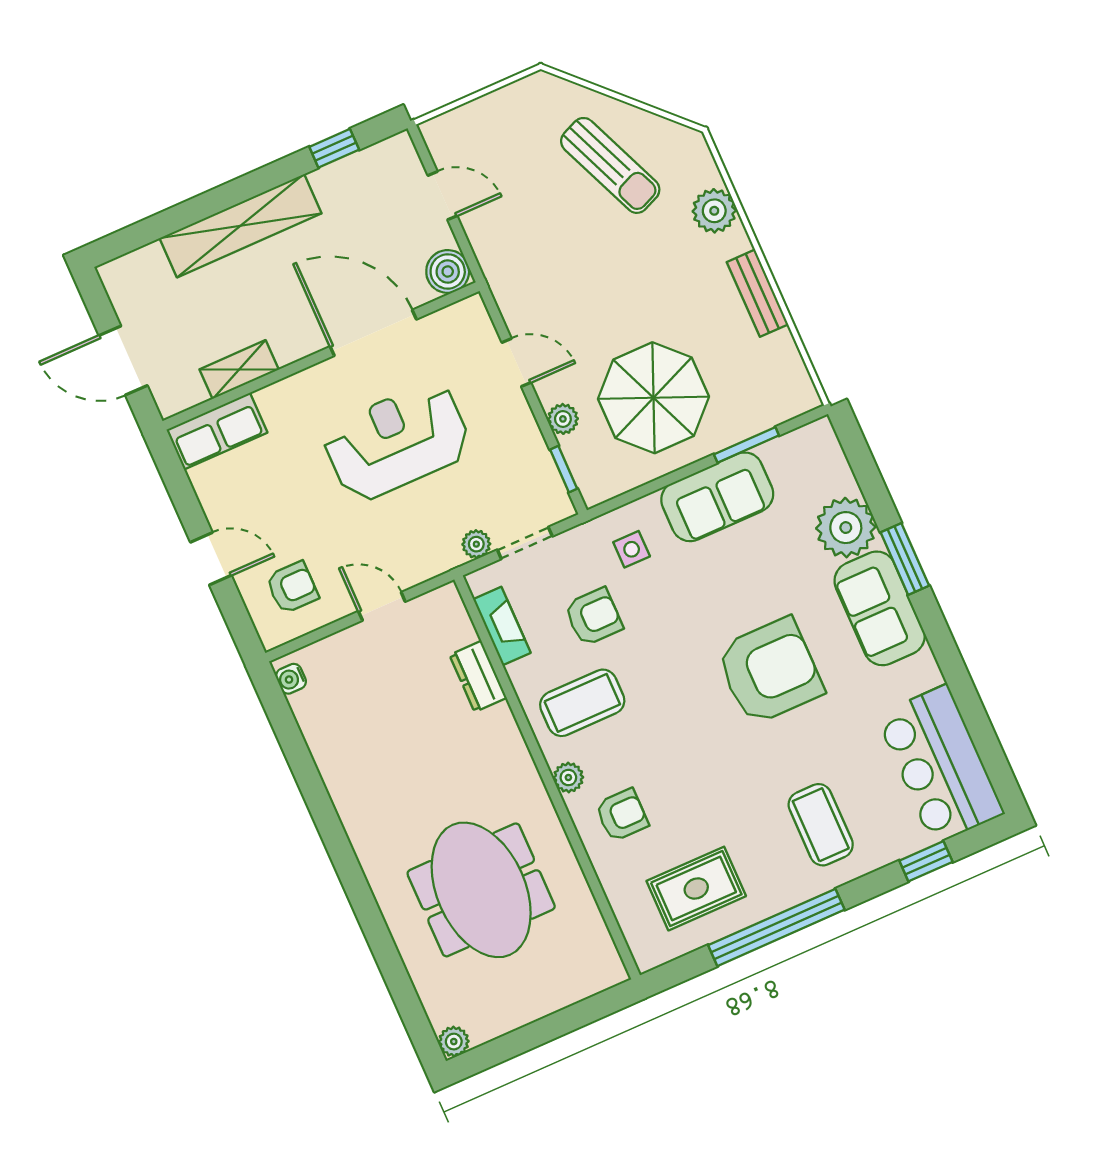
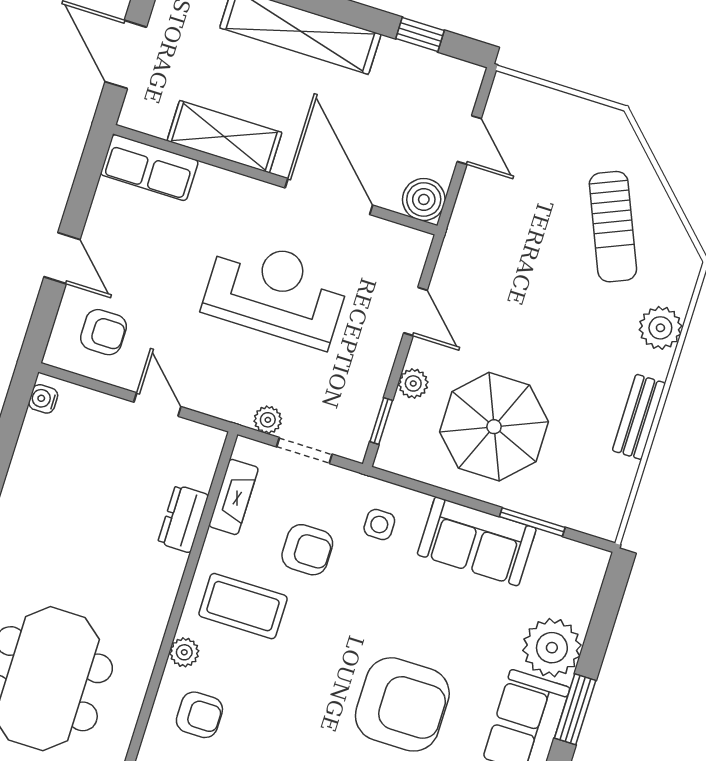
shelving: (239, 370) -> (224, 137), width x1.50, depth x1.33

